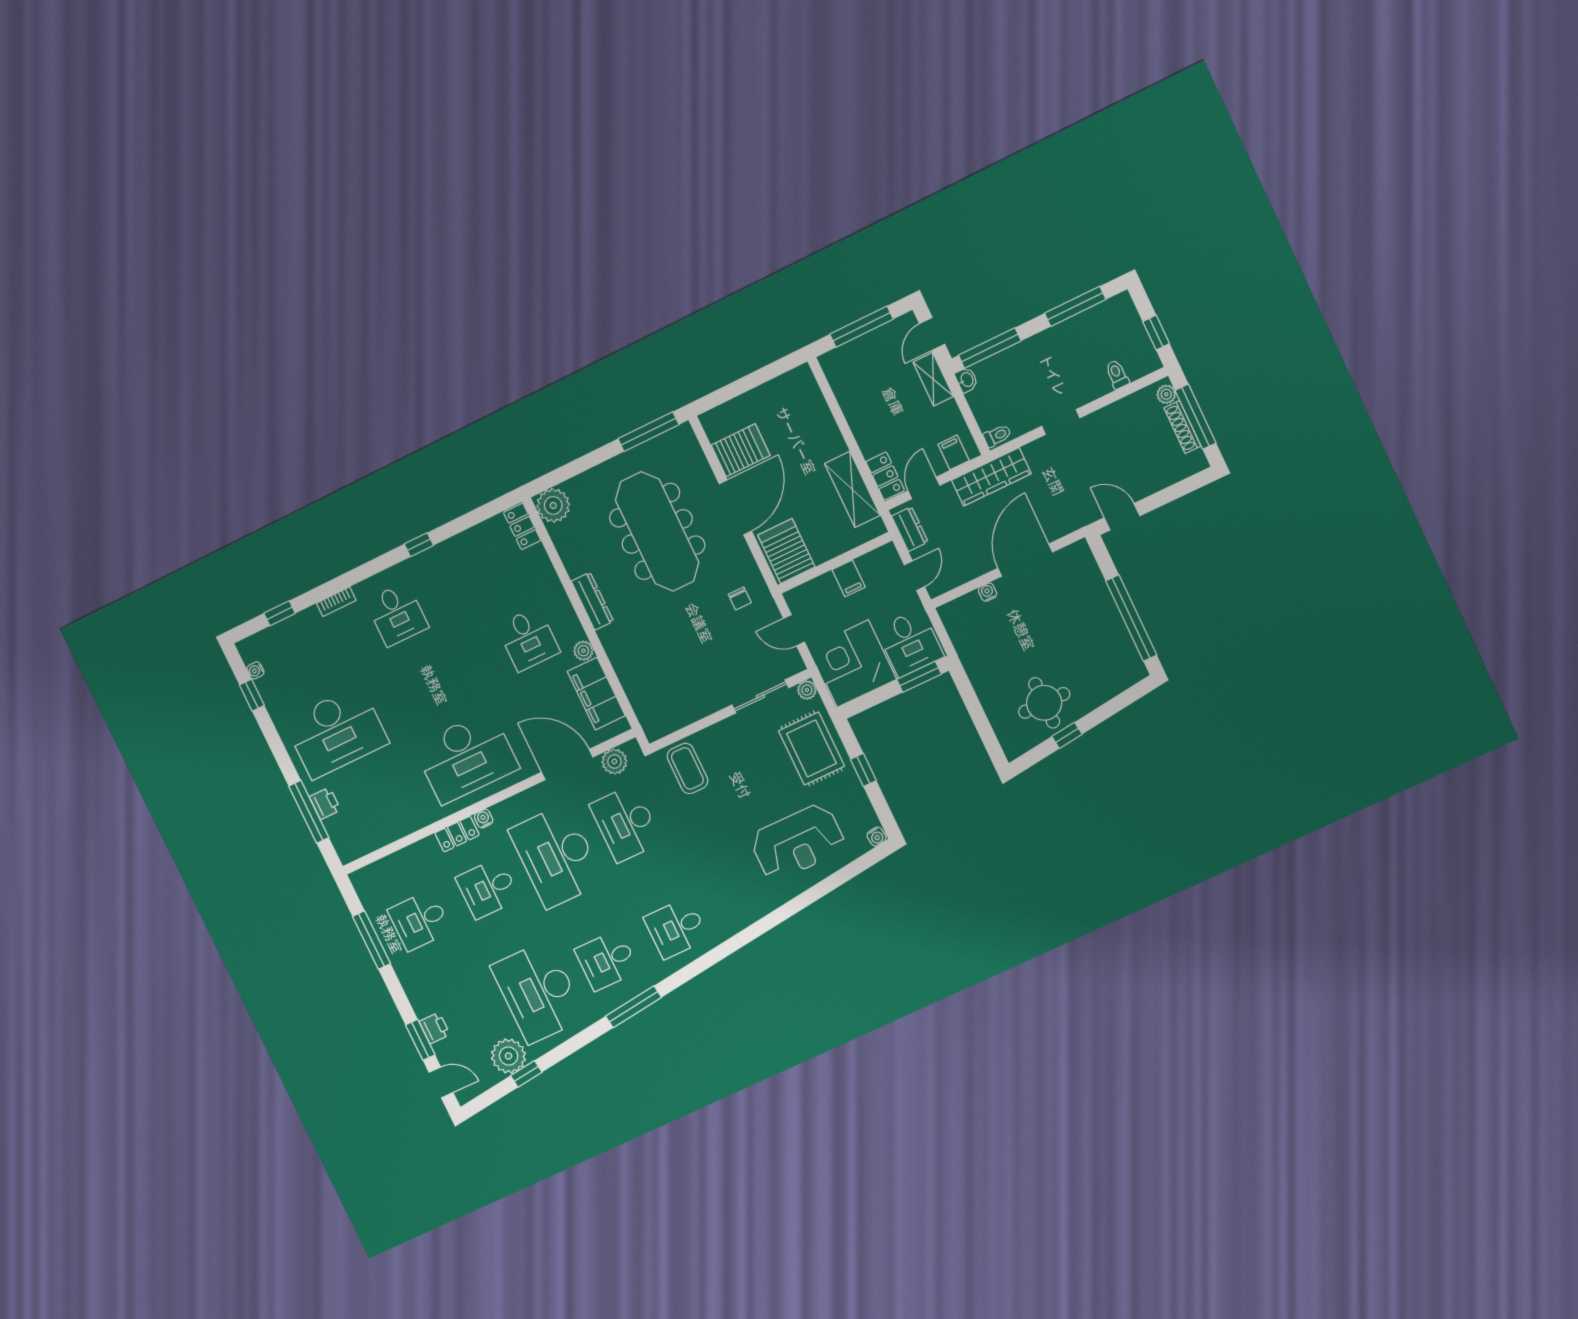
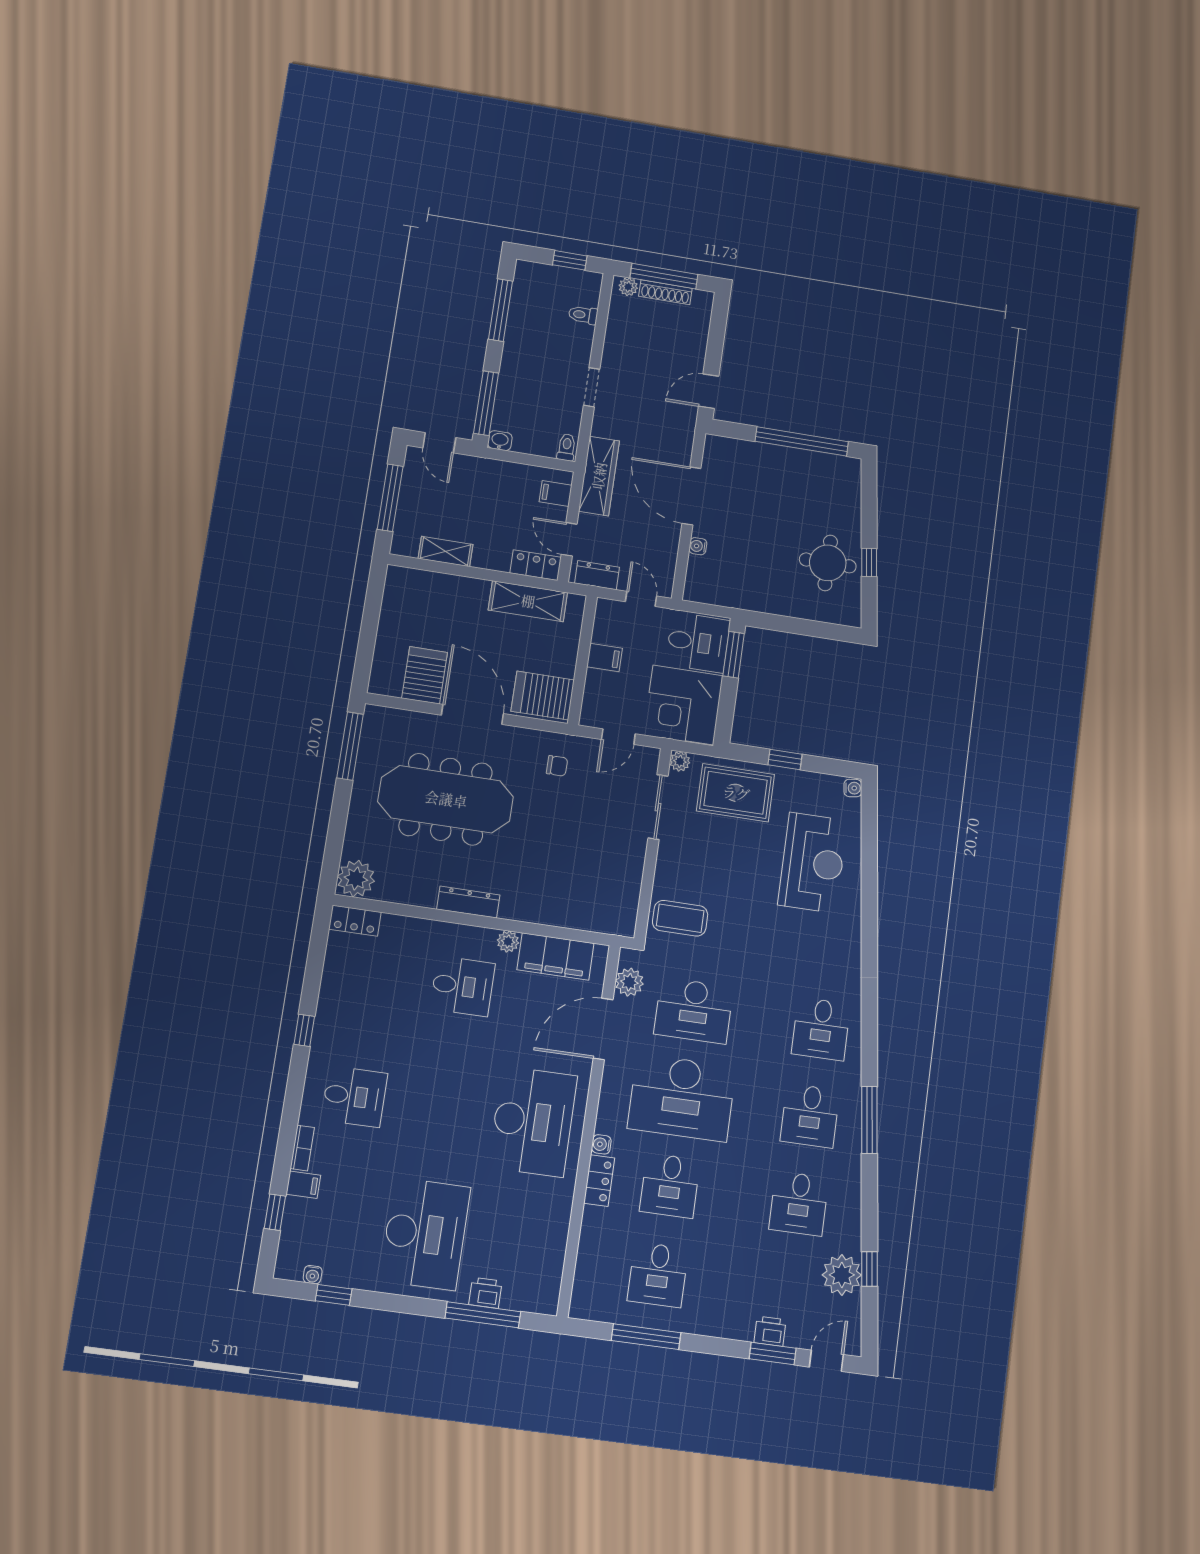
shelving: (933, 379) -> (445, 551), moved
filing cabinet: (312, 620) -> (303, 1185), added
desk: (538, 992) -> (799, 1204), width x0.53, depth x0.77

